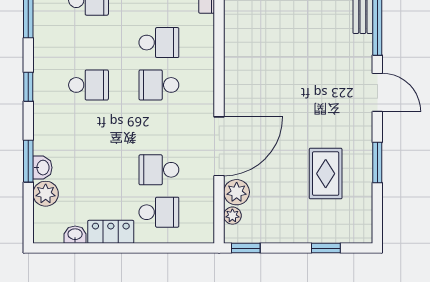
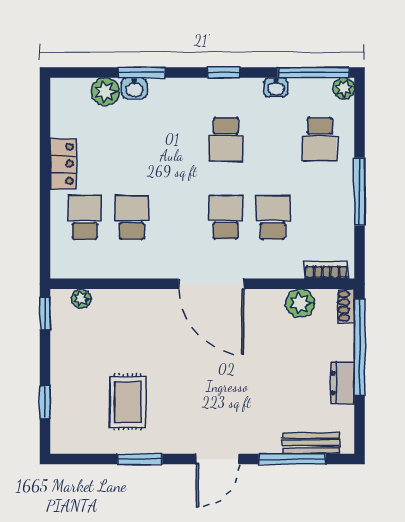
school desk: (159, 43) -> (273, 217), turned 180
door: (219, 146) -> (211, 284), moved
rug: (326, 174) -> (128, 402), turned 90
plant: (237, 192) -> (300, 303), moved
school desk: (159, 212) -> (85, 217), turned 180
washbasin: (75, 235) -> (276, 87), moved, turned 90

